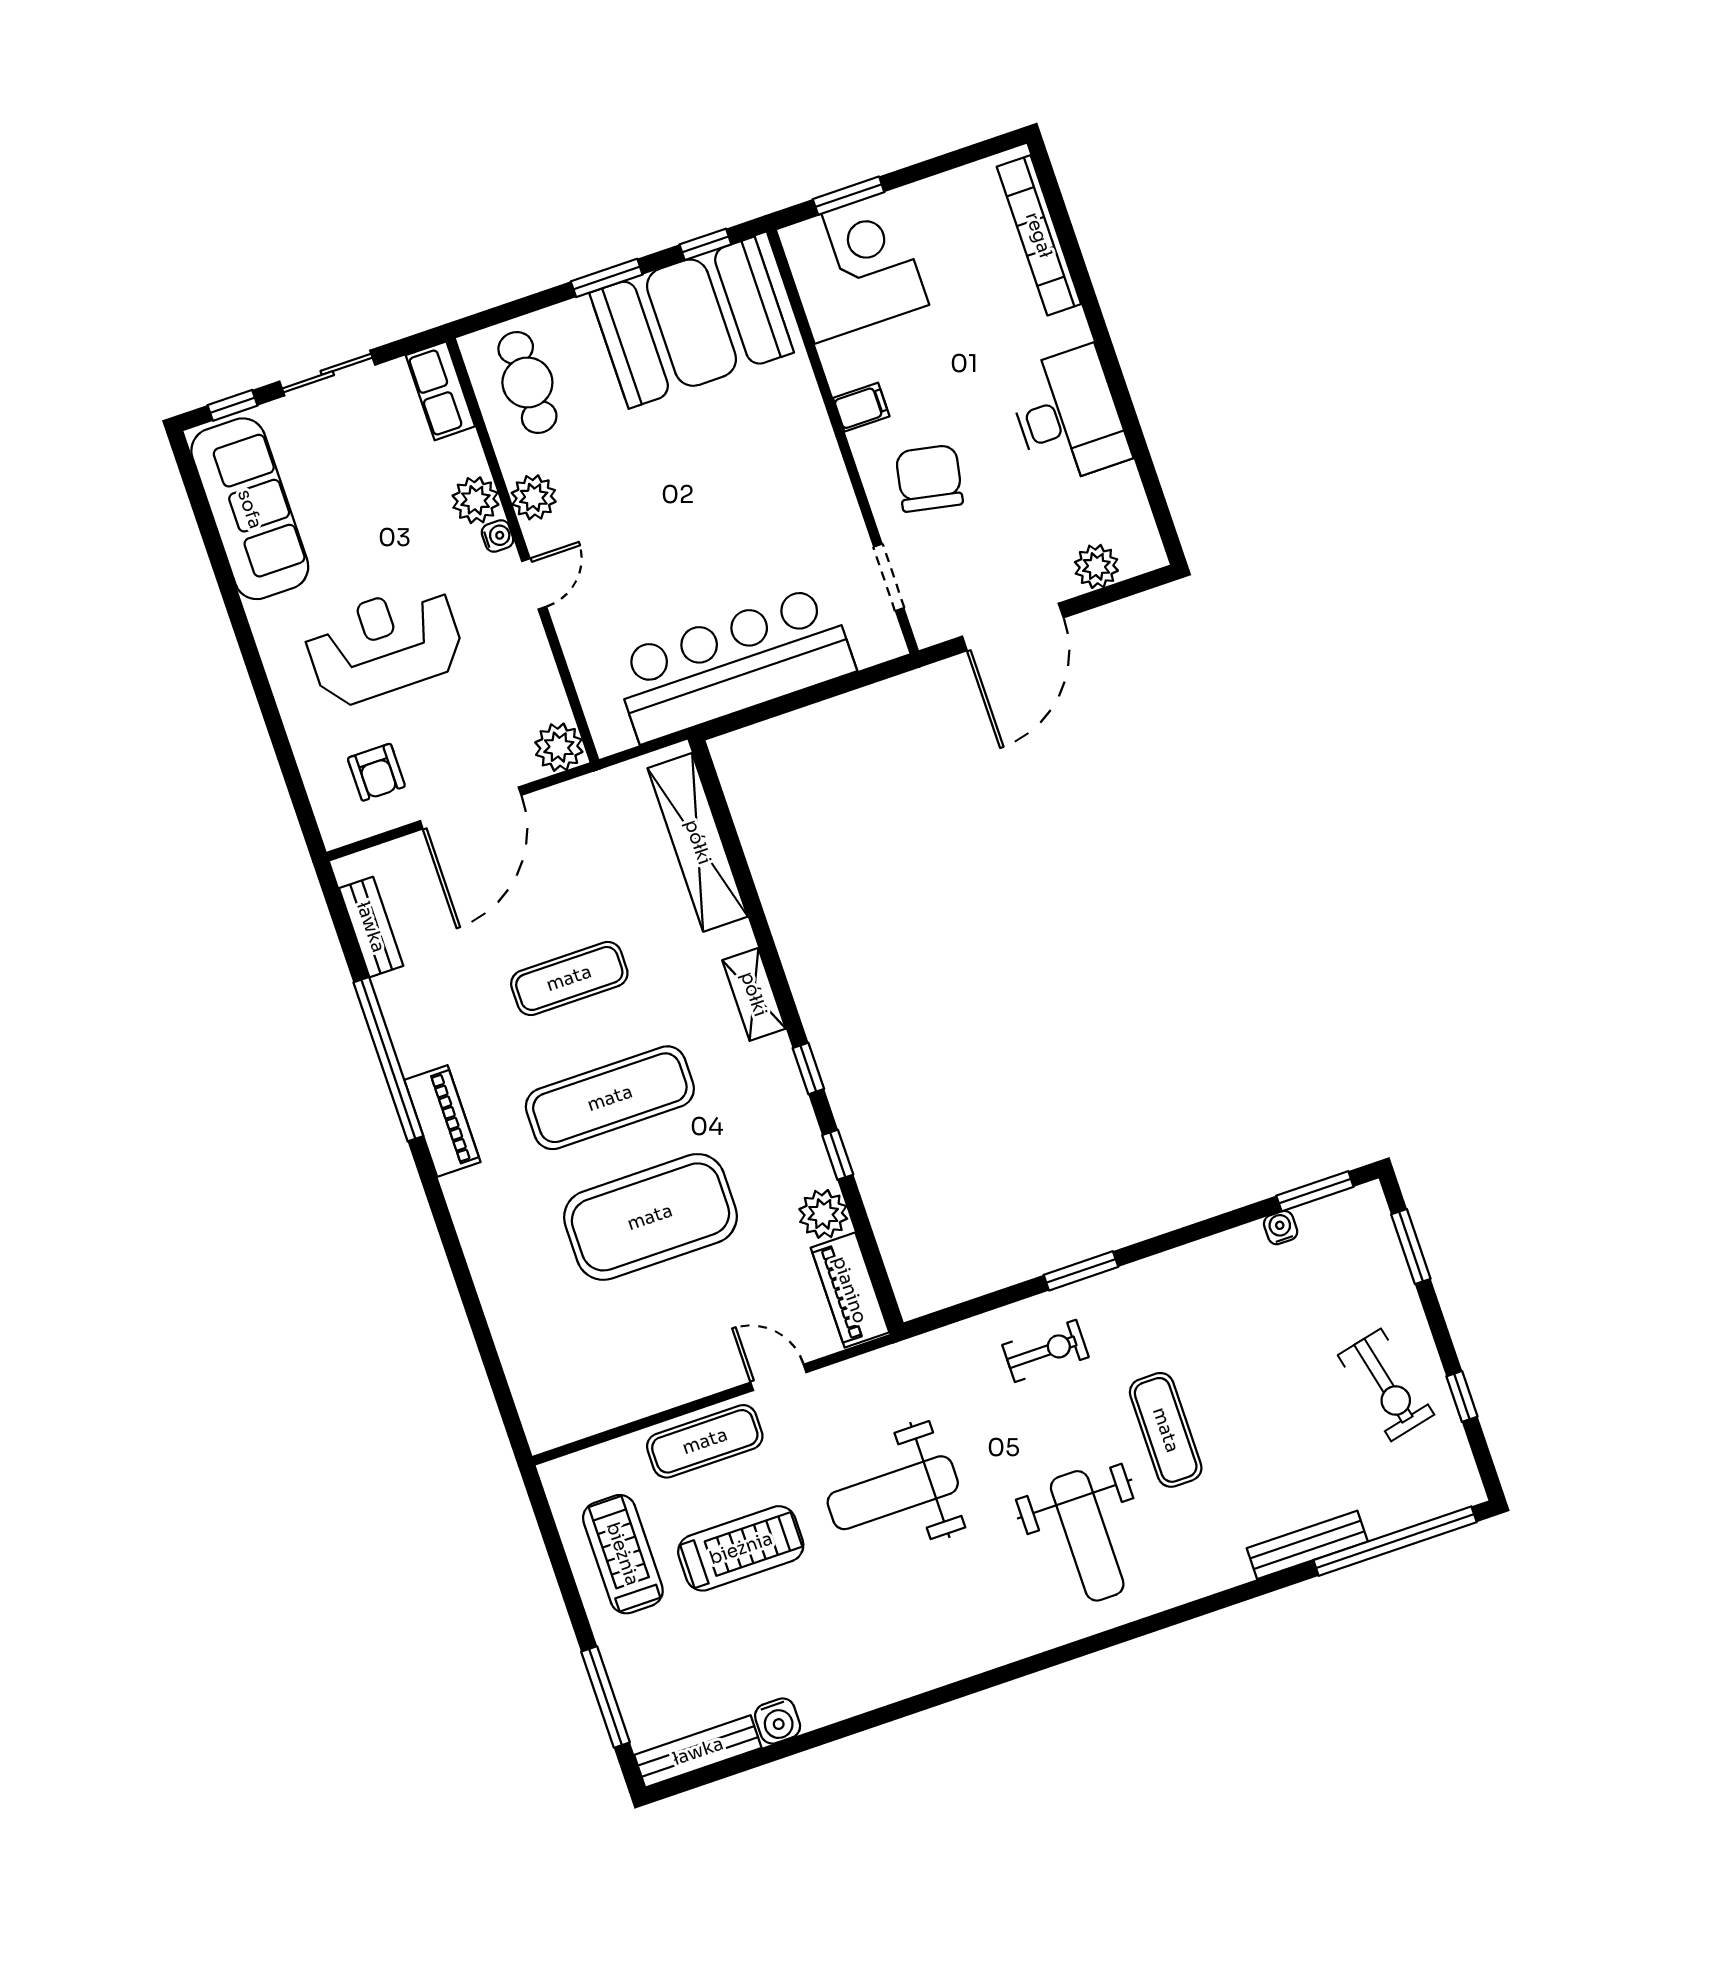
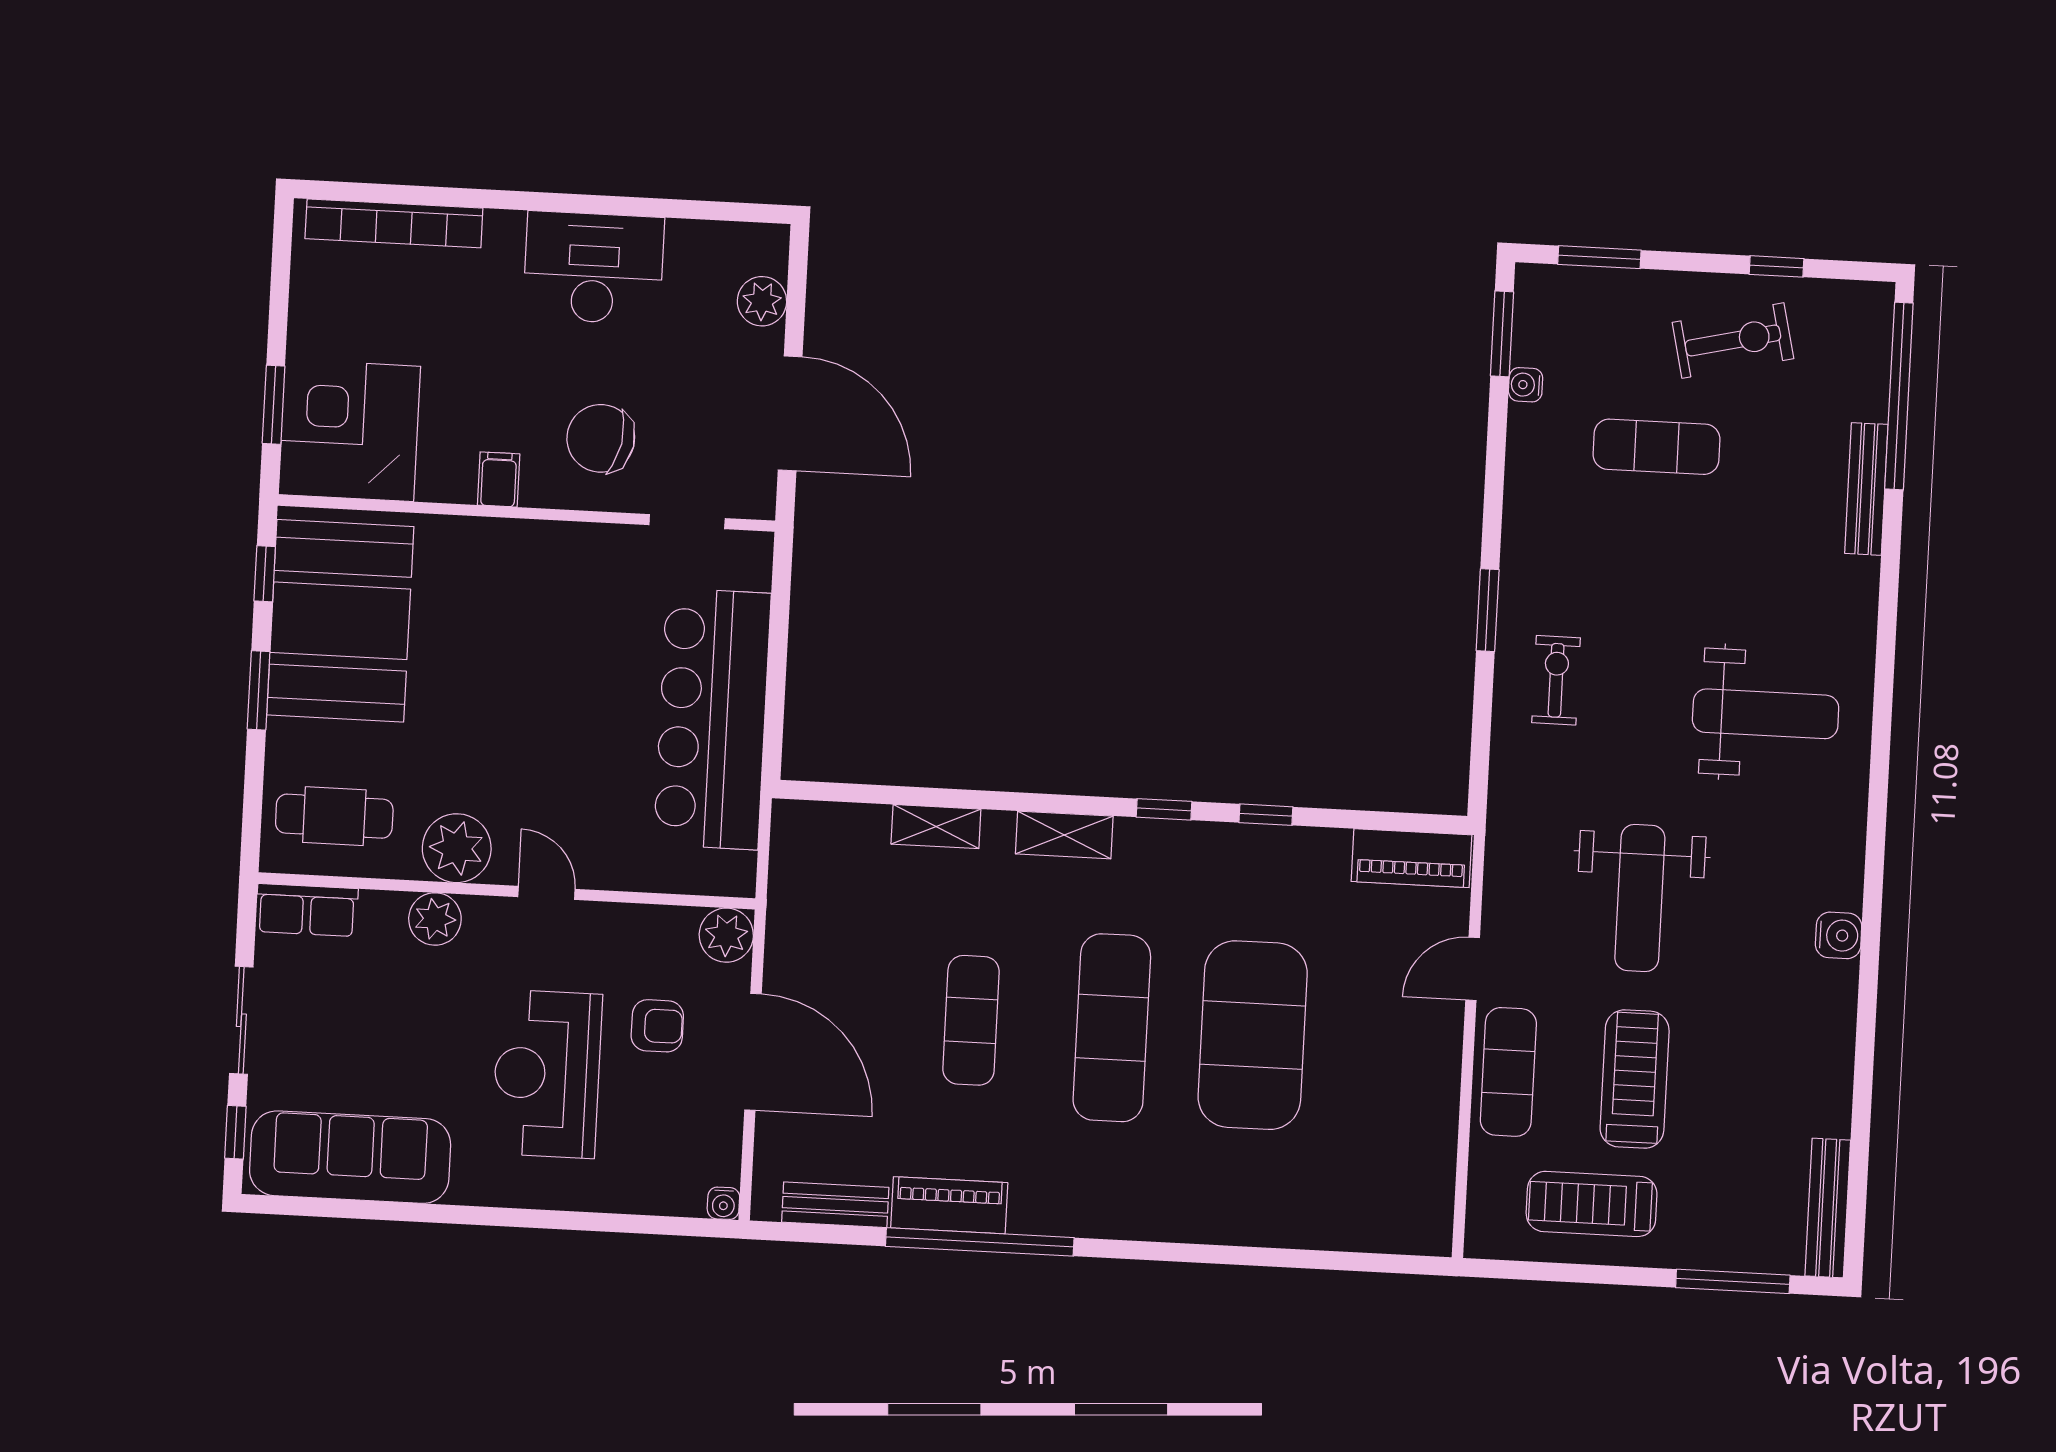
plant: (534, 497) -> (457, 848), width x1.36, depth x1.36
water cooler: (498, 536) -> (723, 1203), moved, turned 180
armchair: (376, 772) -> (657, 1026), moved
shelving: (698, 842) -> (936, 827), width x0.45, depth x0.75
piano: (442, 1121) -> (949, 1205), moved
plant: (823, 1214) -> (1321, 854), removed
exercise mat: (1166, 1430) -> (1656, 447), moved
water cooler: (778, 1721) -> (1839, 935), moved

